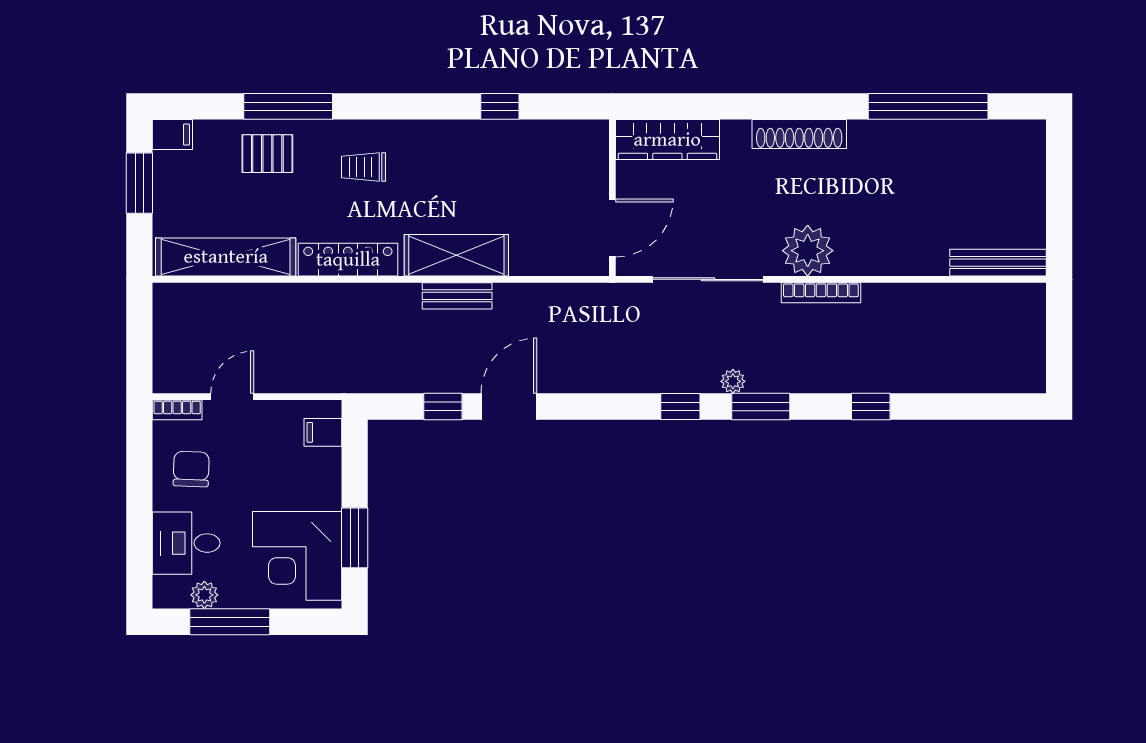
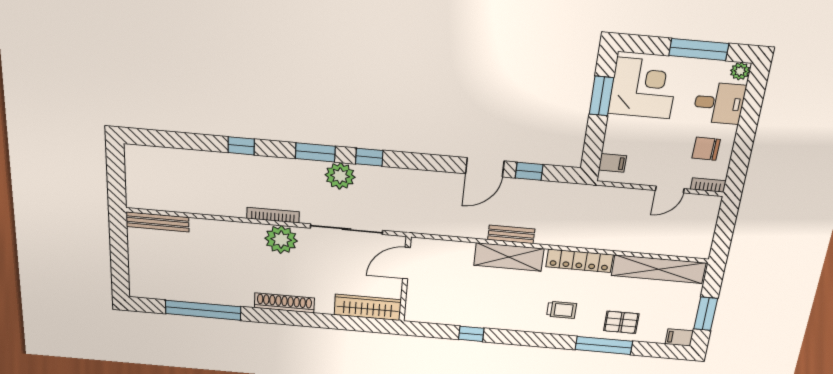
plant: (733, 381) -> (340, 176), width x1.88, depth x1.88
chair: (191, 469) -> (706, 149), turned 89
plant: (204, 595) -> (740, 71), moved

